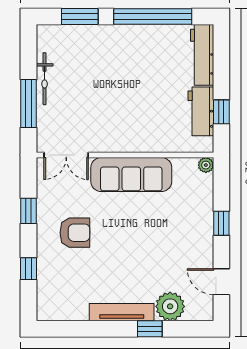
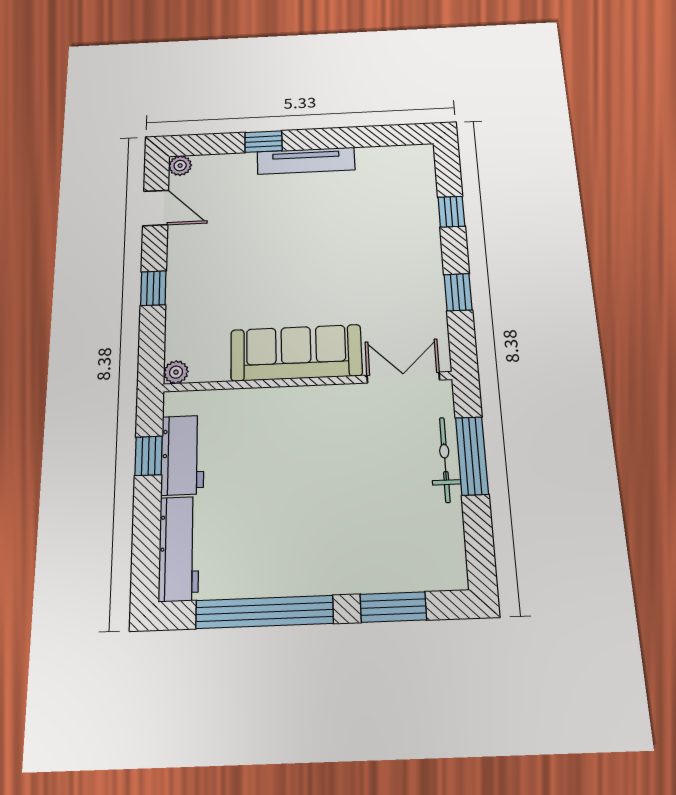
bicycle: (45, 79) -> (445, 460), moved
armchair: (75, 233) -> (382, 265), removed
plant: (170, 306) -> (180, 166), moved, width x0.53, depth x0.53

